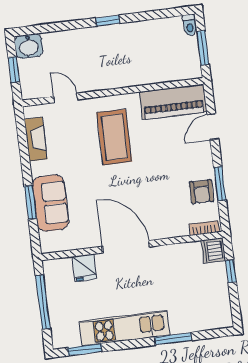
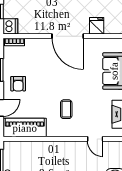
coffee table: (114, 137) -> (66, 109), width x0.54, depth x0.58
armchair: (202, 192) -> (18, 84), moved, turned 180

